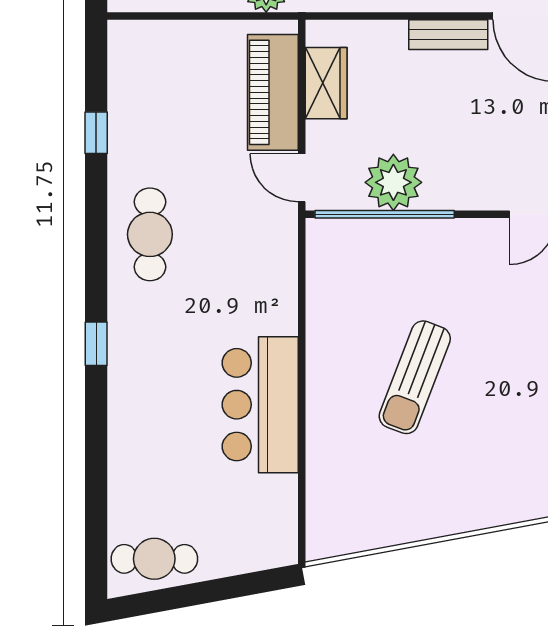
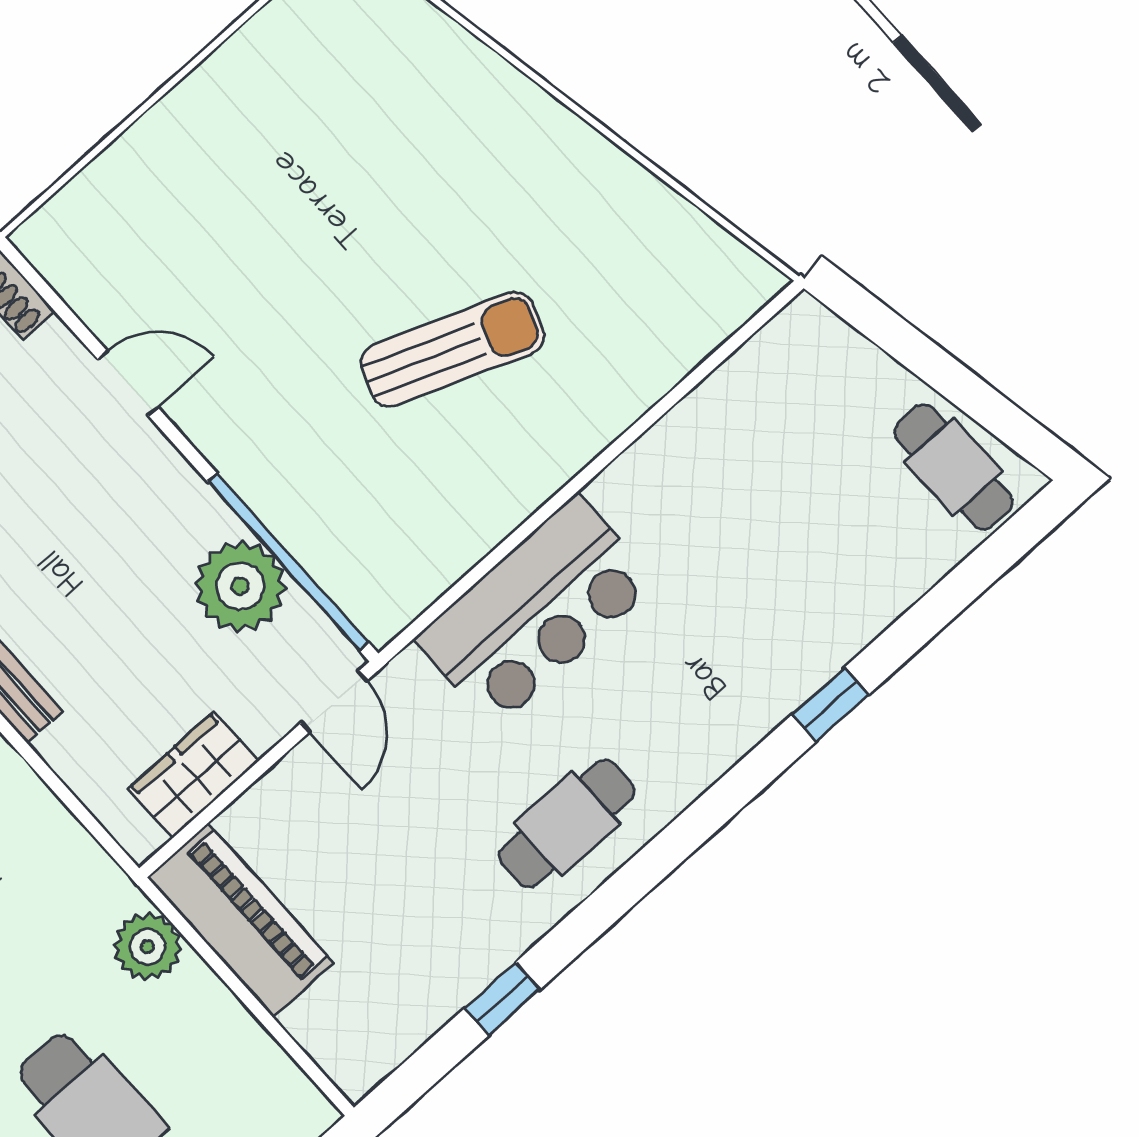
piano: (273, 92) -> (240, 920), moved, turned -90
window: (96, 344) -> (830, 705), moved
bar counter: (260, 405) -> (536, 611), moved

